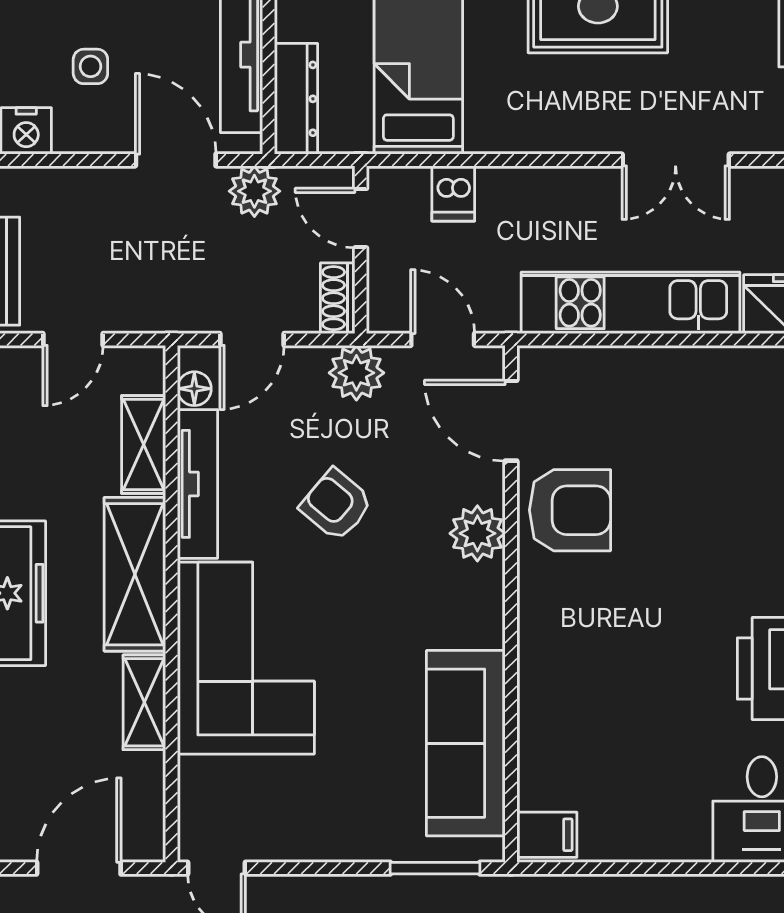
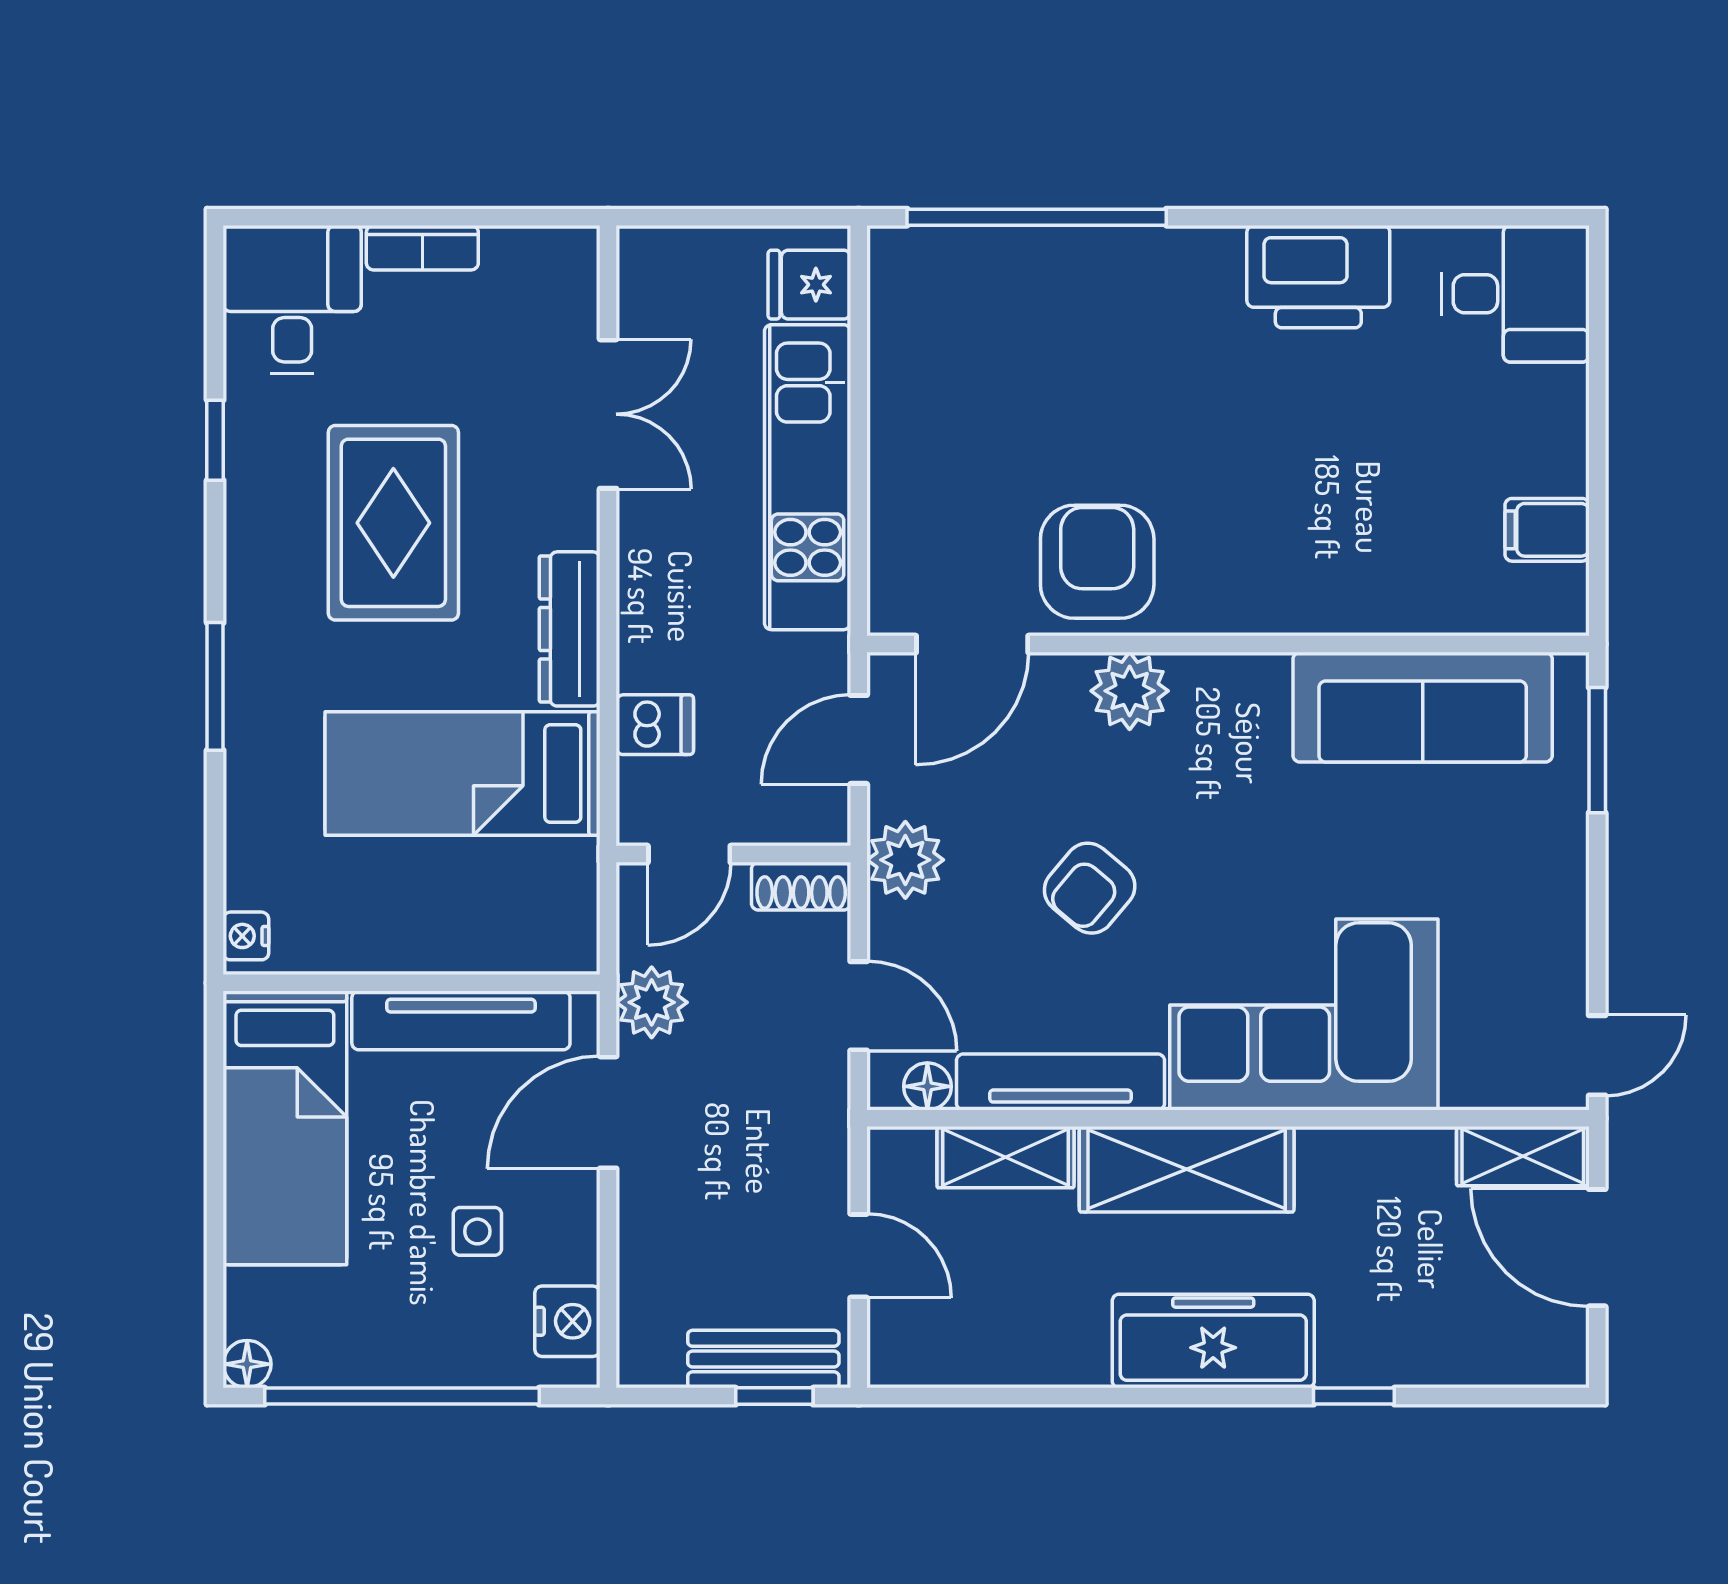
dresser: (296, 99) -> (570, 629), moved, turned -90
shelving: (144, 702) -> (1523, 1156), moved
filing cabinet: (547, 835) -> (1547, 530), moved, turned -90

